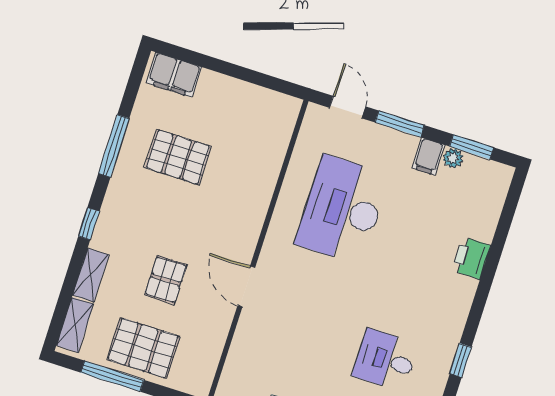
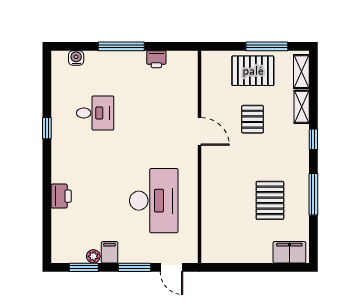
pallet: (178, 157) -> (270, 200), turned 90

